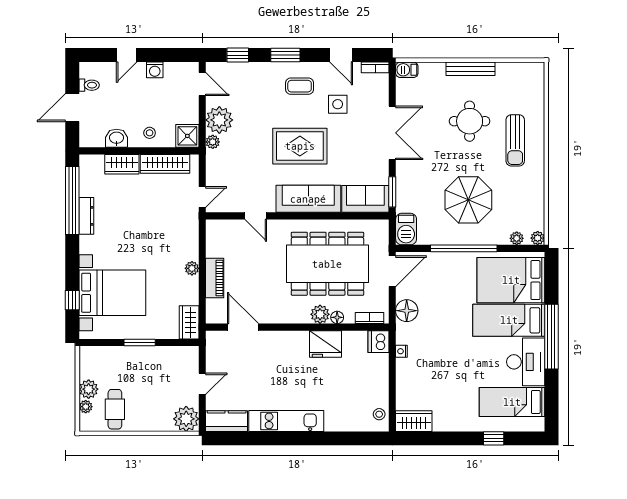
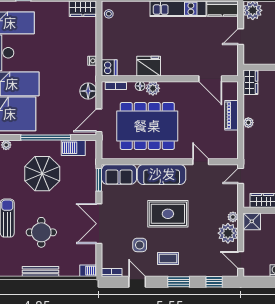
barbecue: (406, 229) -> (73, 148), moved, turned -90

